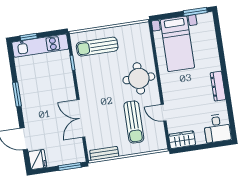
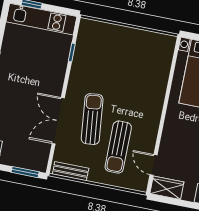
sun lounger: (97, 47) -> (92, 119), moved, turned 84
round table: (139, 78) -> (142, 98), removed
door: (164, 113) -> (154, 165), moved

